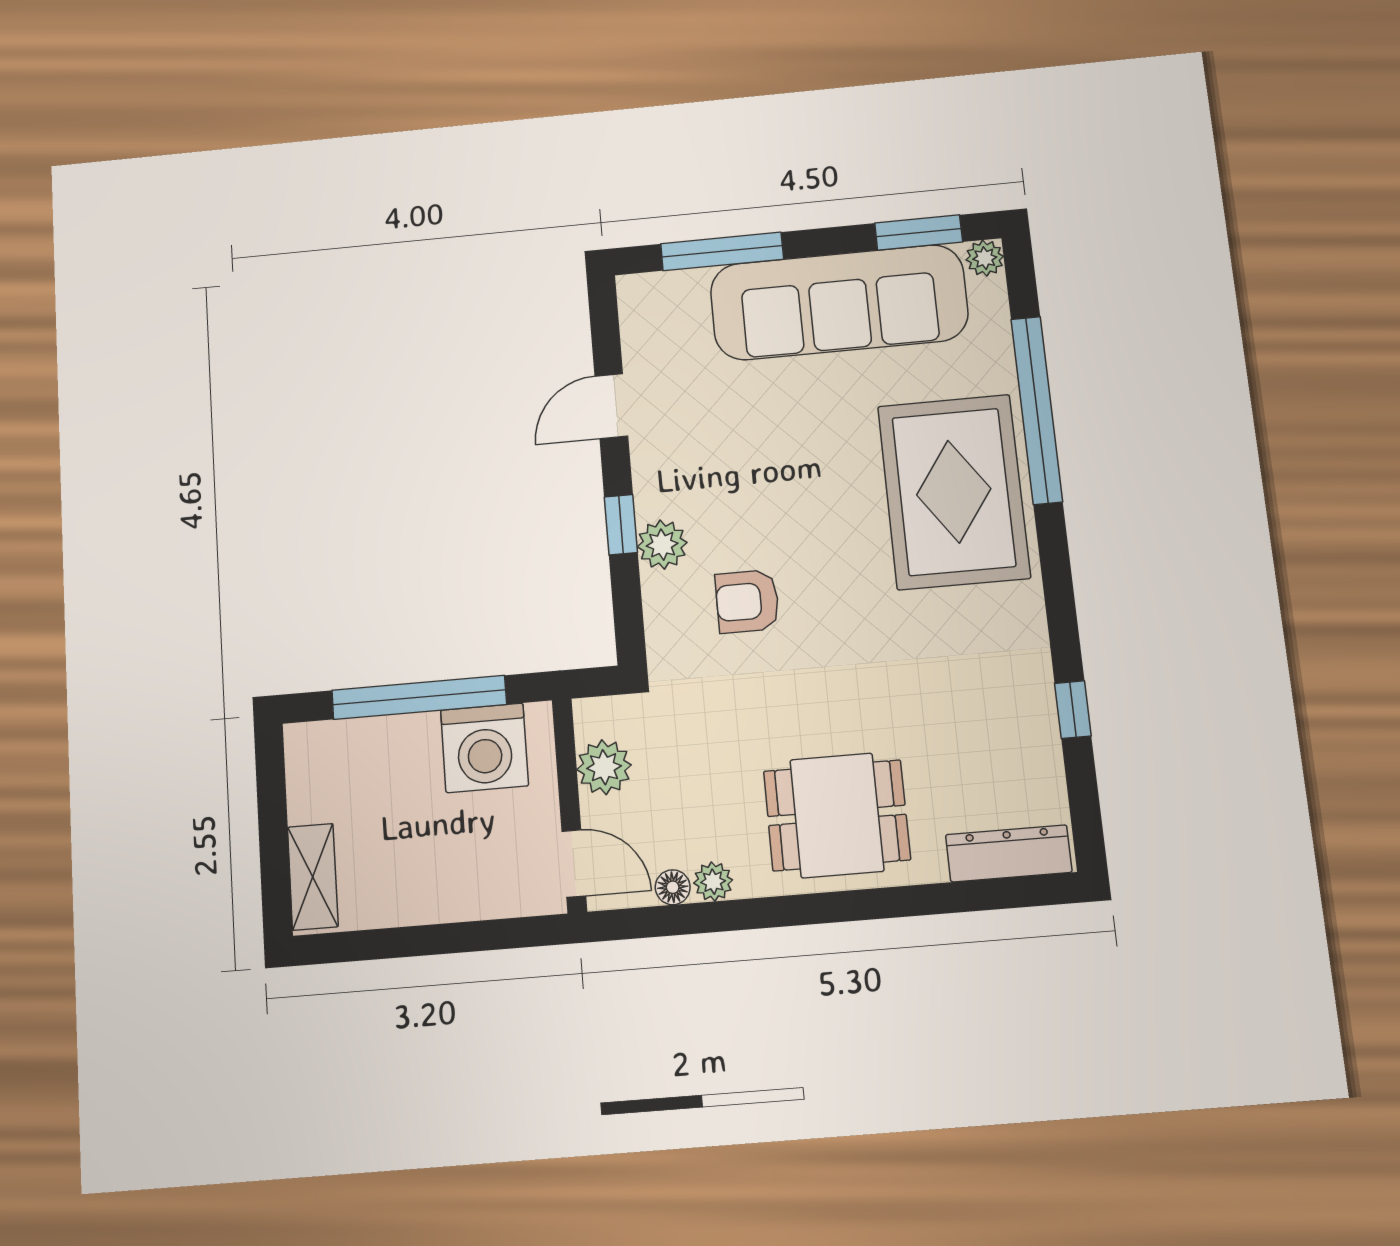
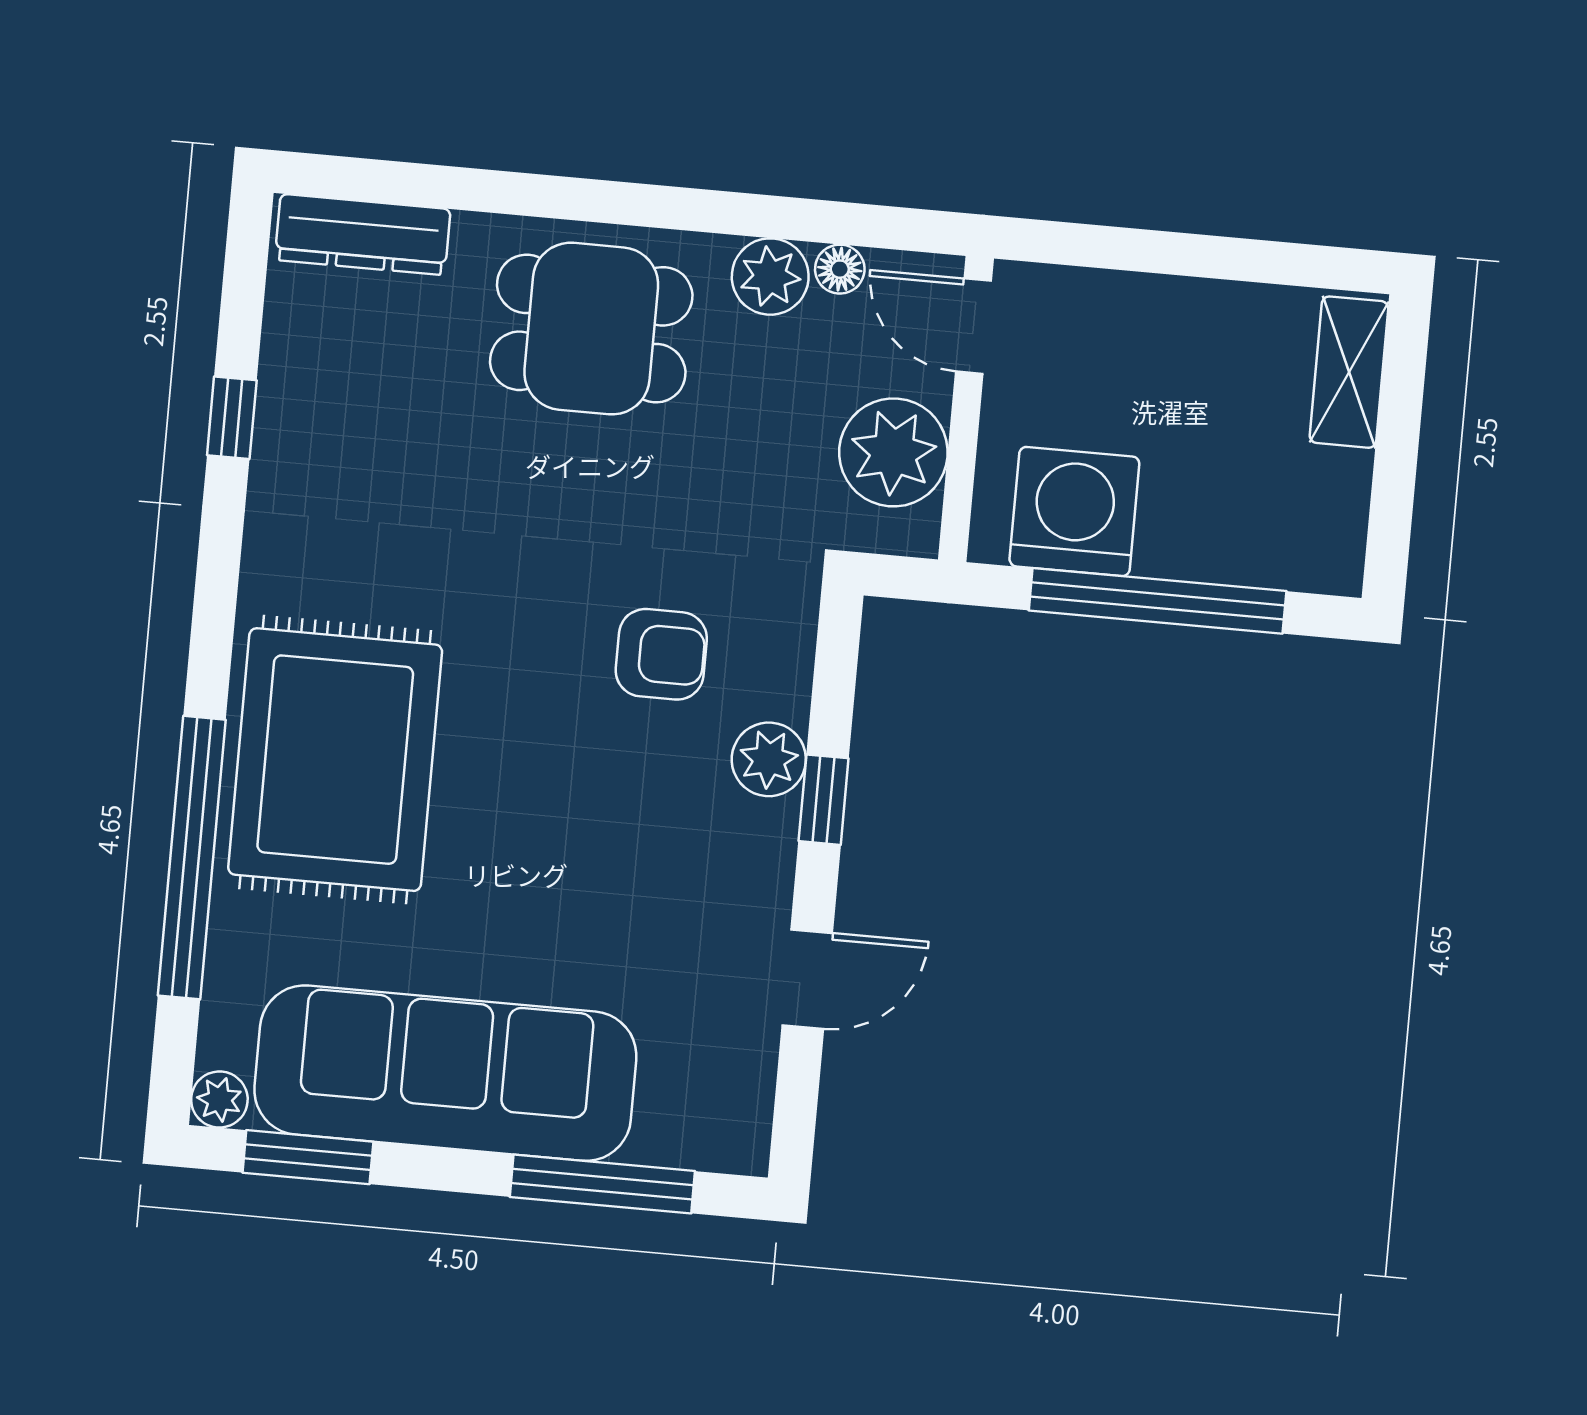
plant: (604, 767) -> (893, 452), width x1.36, depth x1.36
plant: (713, 882) -> (770, 277), width x1.38, depth x1.38

